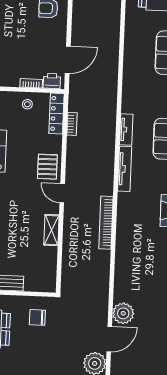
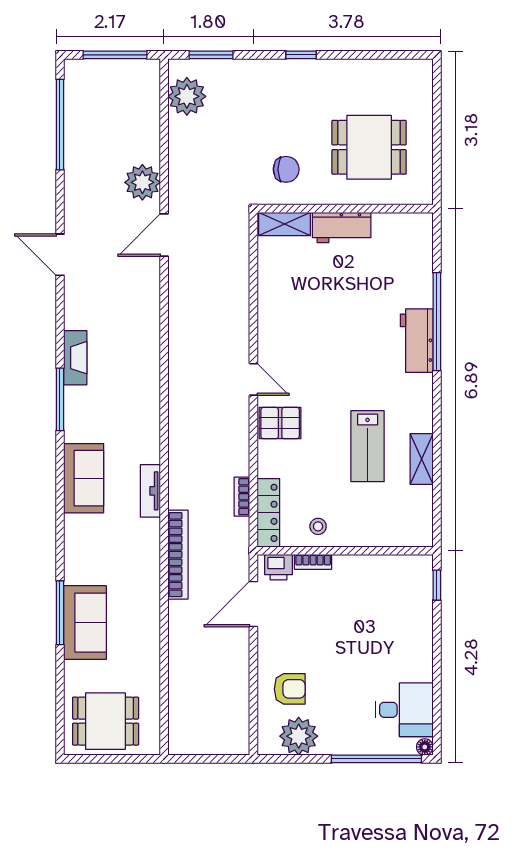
pallet: (47, 167) -> (280, 423), turned 90
tv unit: (125, 169) -> (150, 425), removed
bookcase: (106, 223) -> (178, 555), moved
shelving: (51, 230) -> (284, 224), moved, turned 90
door: (109, 339) -> (164, 235), moved

